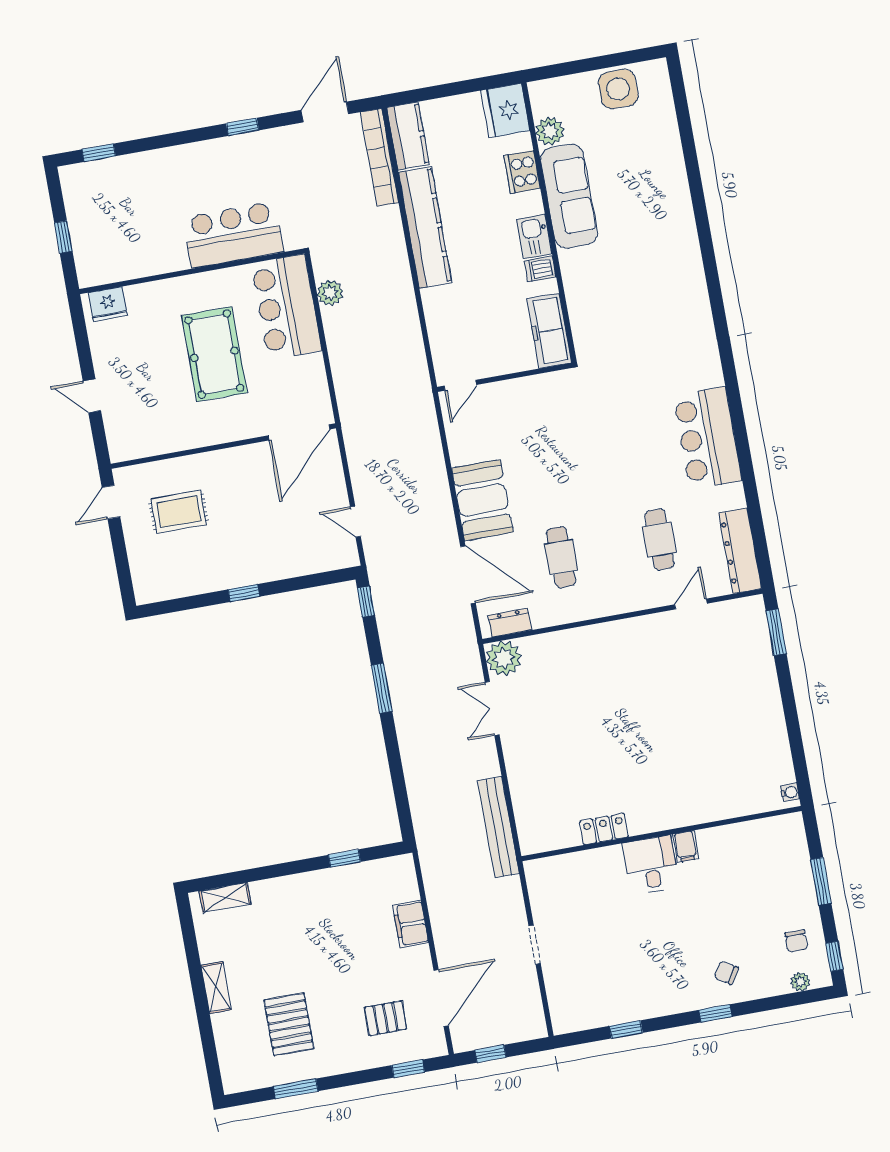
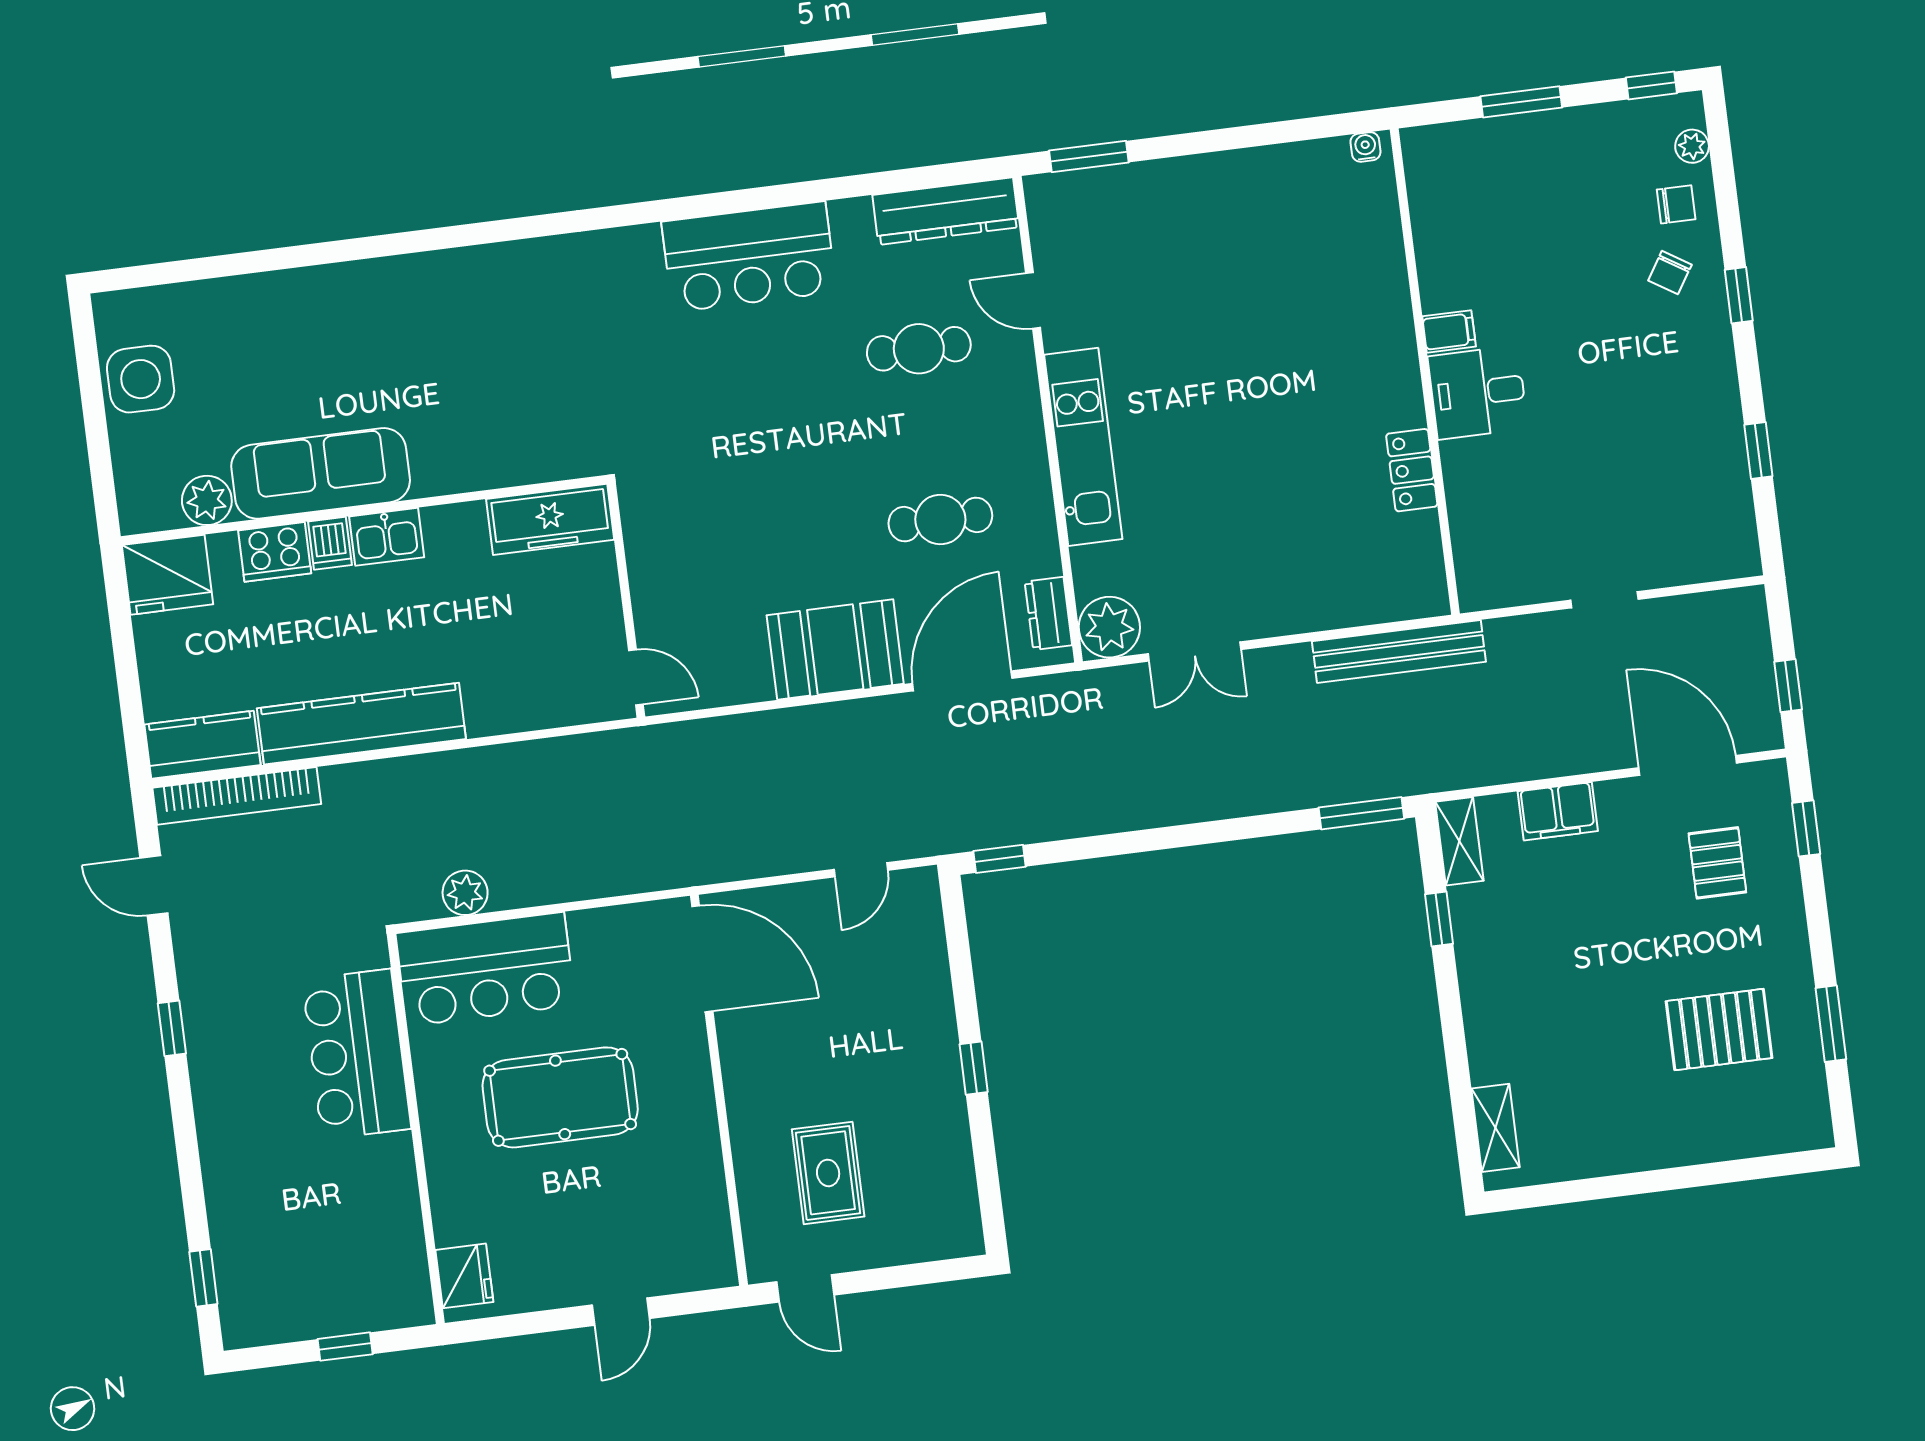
door: (325, 112) -> (154, 886), width x0.73
dishwasher: (540, 269) -> (330, 543), moved
kitchen unit: (608, 638) -> (1083, 447), added
window: (382, 688) -> (1361, 813), moved
chair: (796, 941) -> (1676, 204), moved
shelving: (216, 988) -> (1459, 841), moved, turned 90

